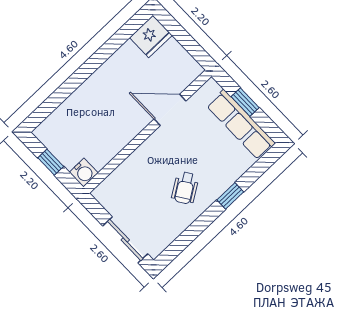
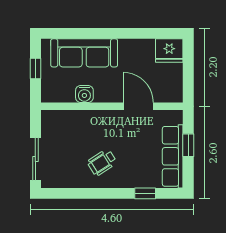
sofa: (80, 109) -> (84, 53), added
water cooler: (84, 173) -> (84, 94), moved
window: (230, 196) -> (145, 193), moved

